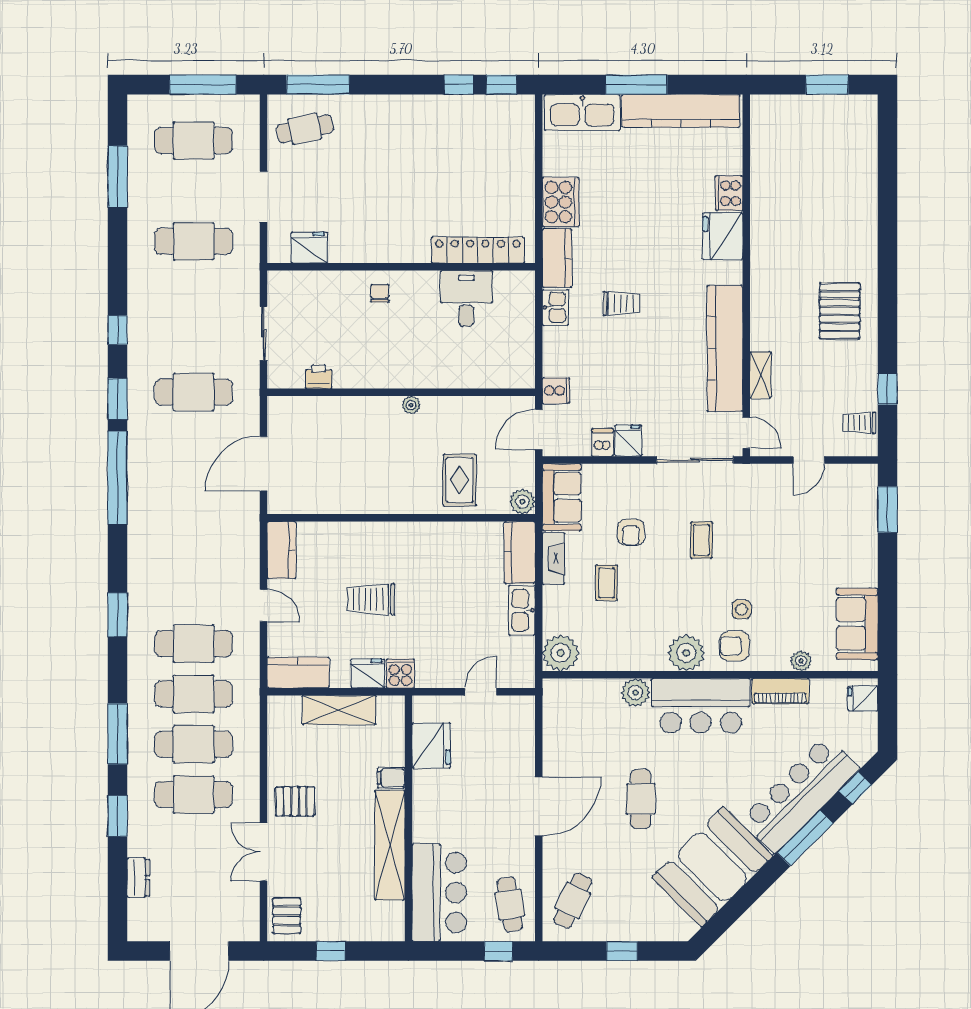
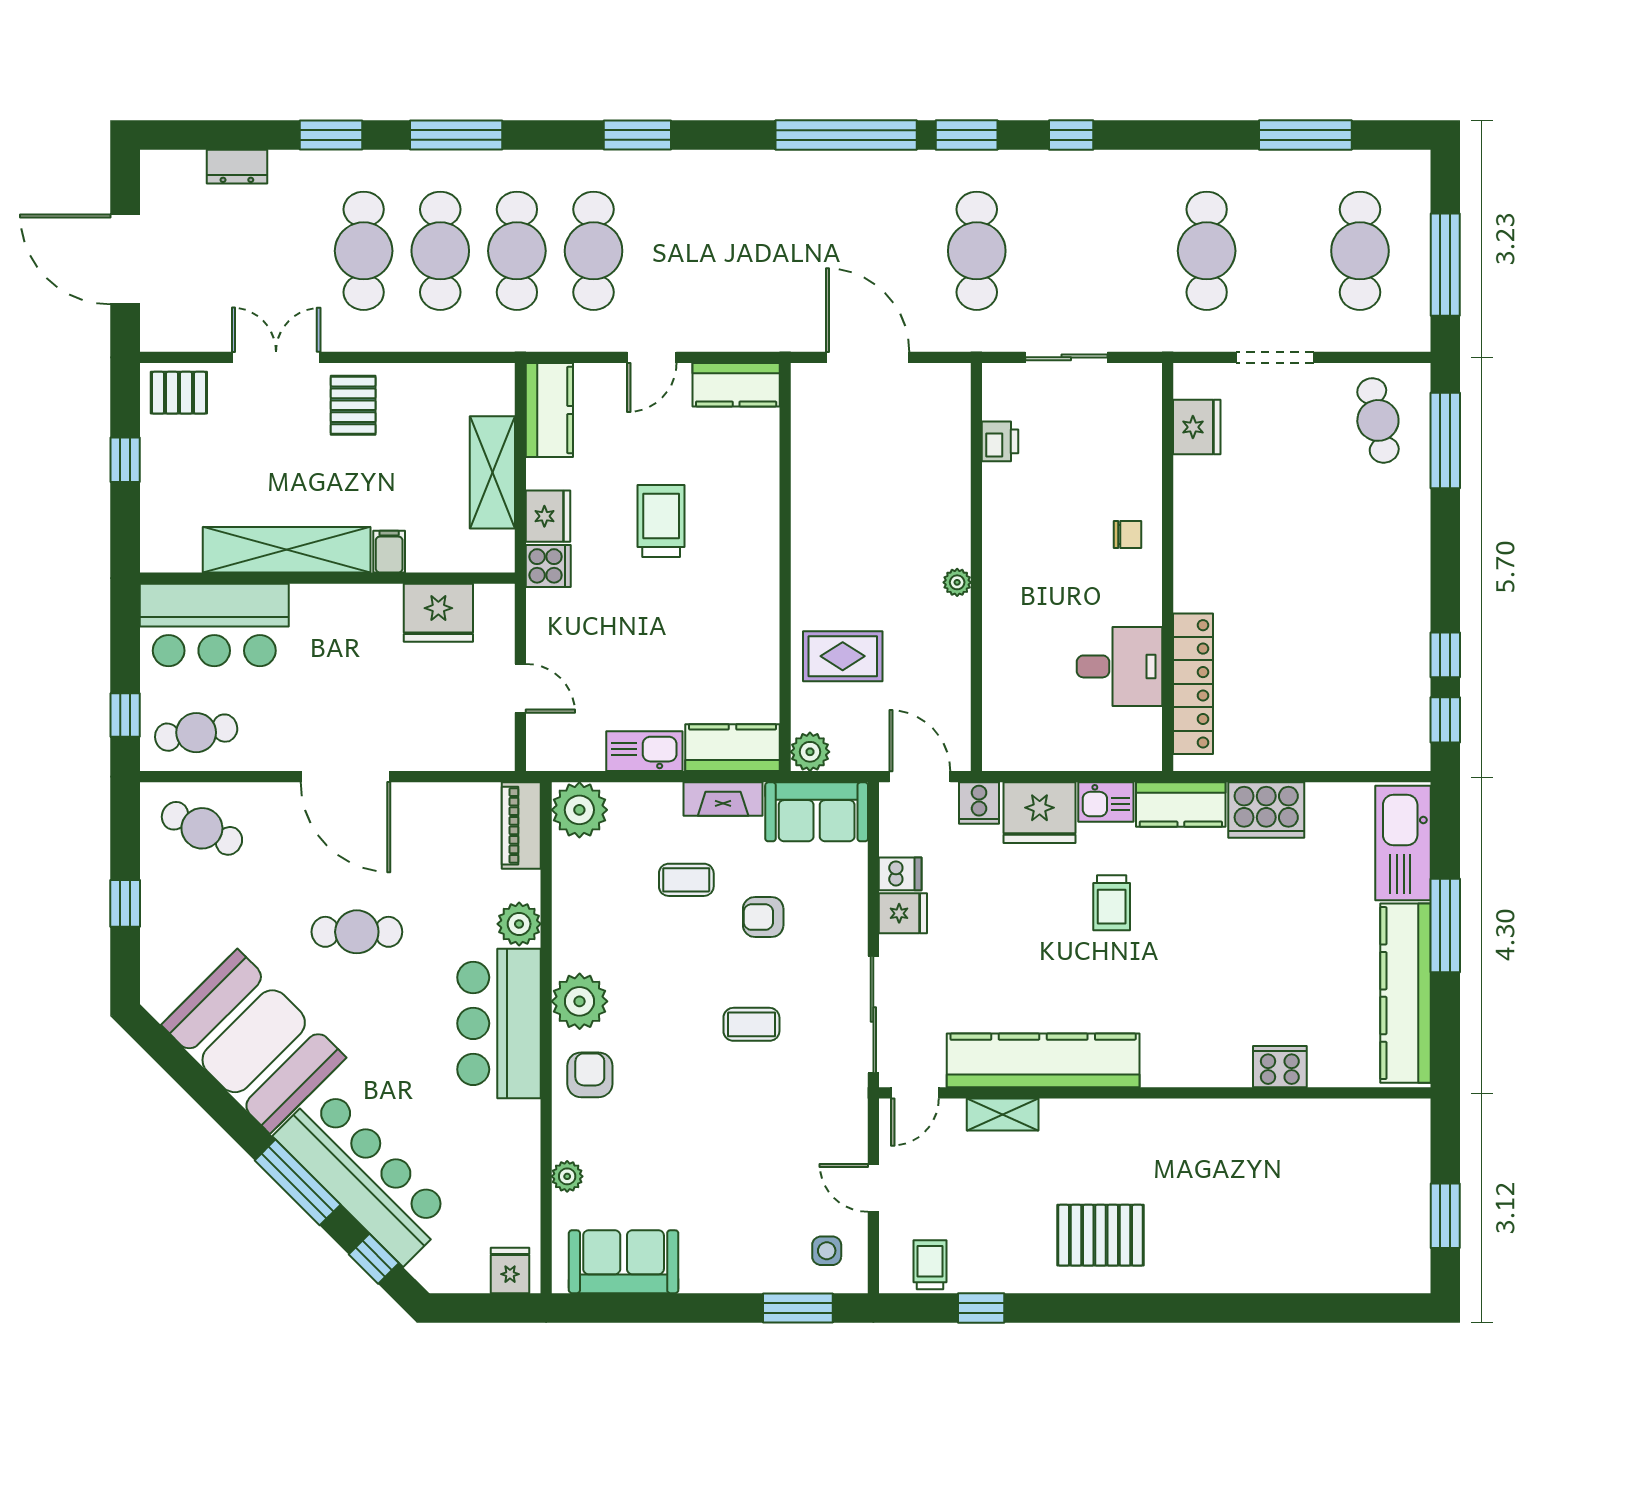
fridge: (723, 236) -> (1040, 813), moved, turned 180
side table: (742, 609) -> (827, 1251), moved
piano: (780, 691) -> (521, 826), moved

